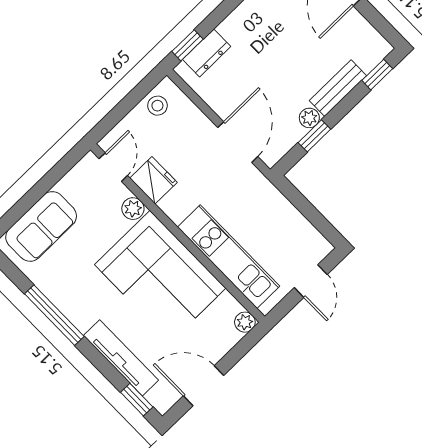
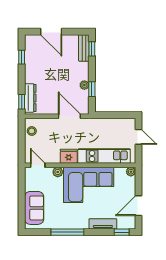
dresser: (207, 53) -> (30, 98), width x1.44
bench: (338, 88) -> (84, 48), moved
fridge: (153, 180) -> (69, 156), moved
tv unit: (121, 358) -> (103, 224), width x0.71

